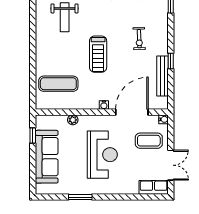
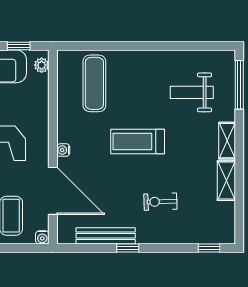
plant: (73, 120) -> (42, 65), moved

